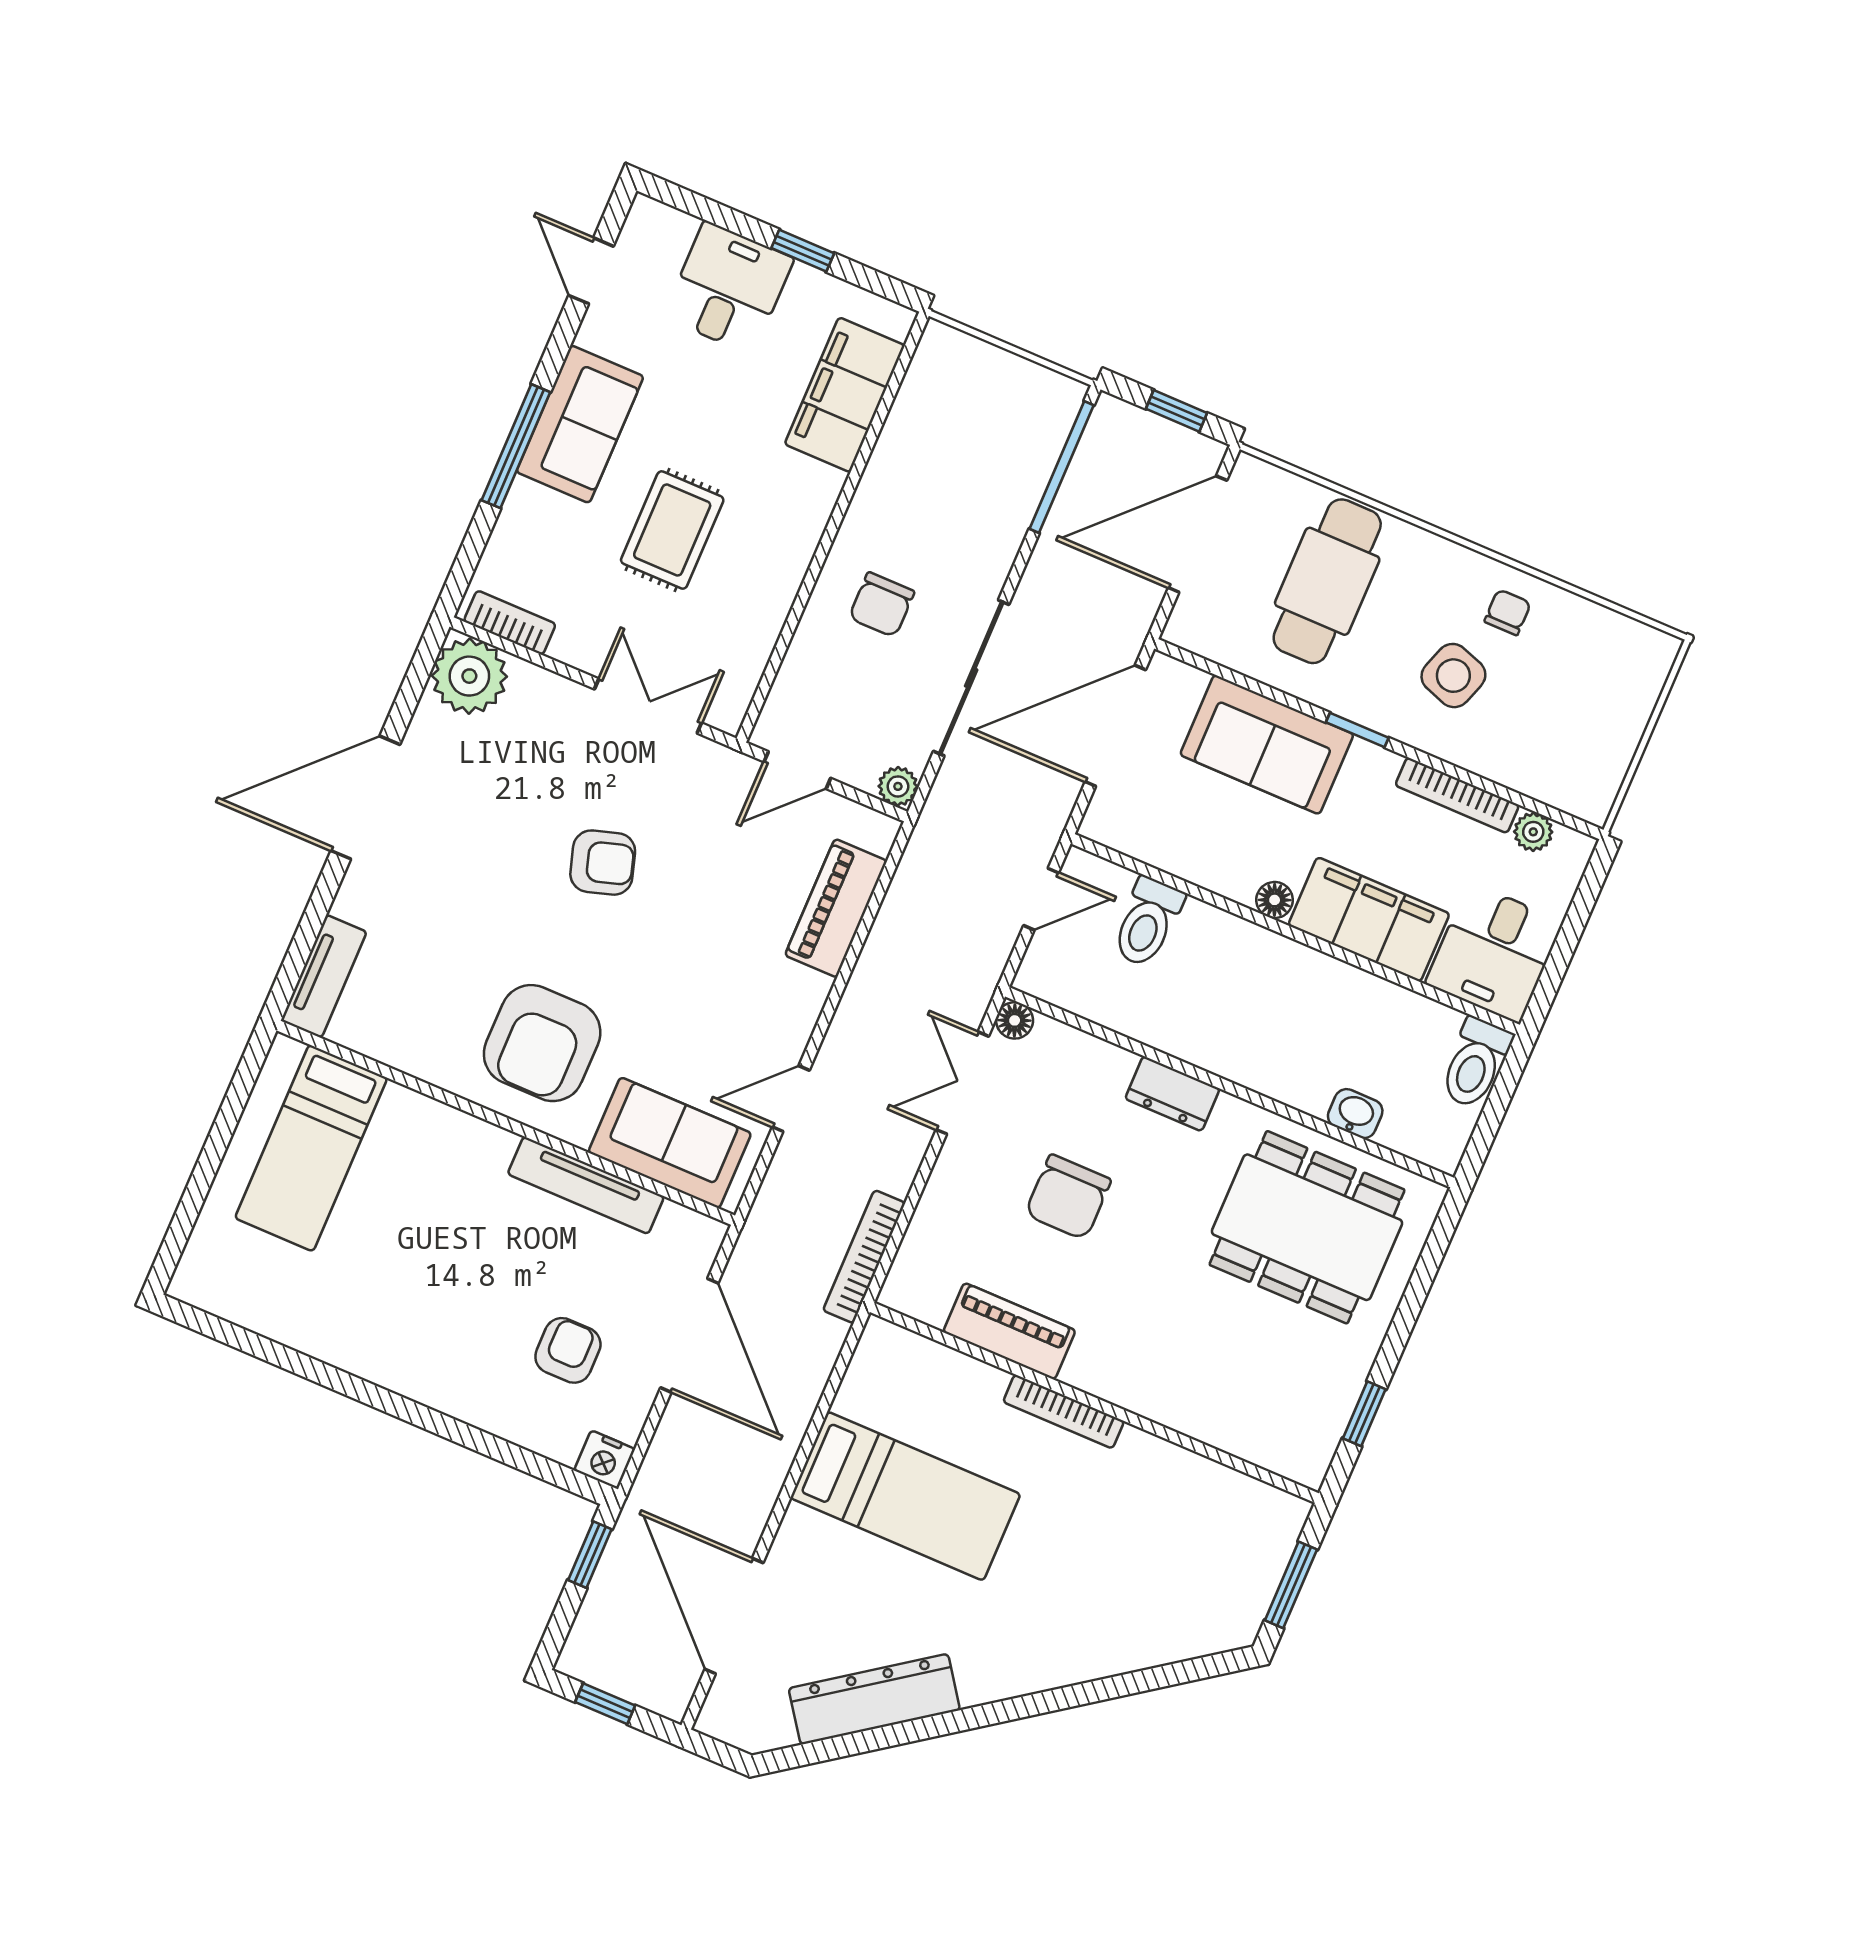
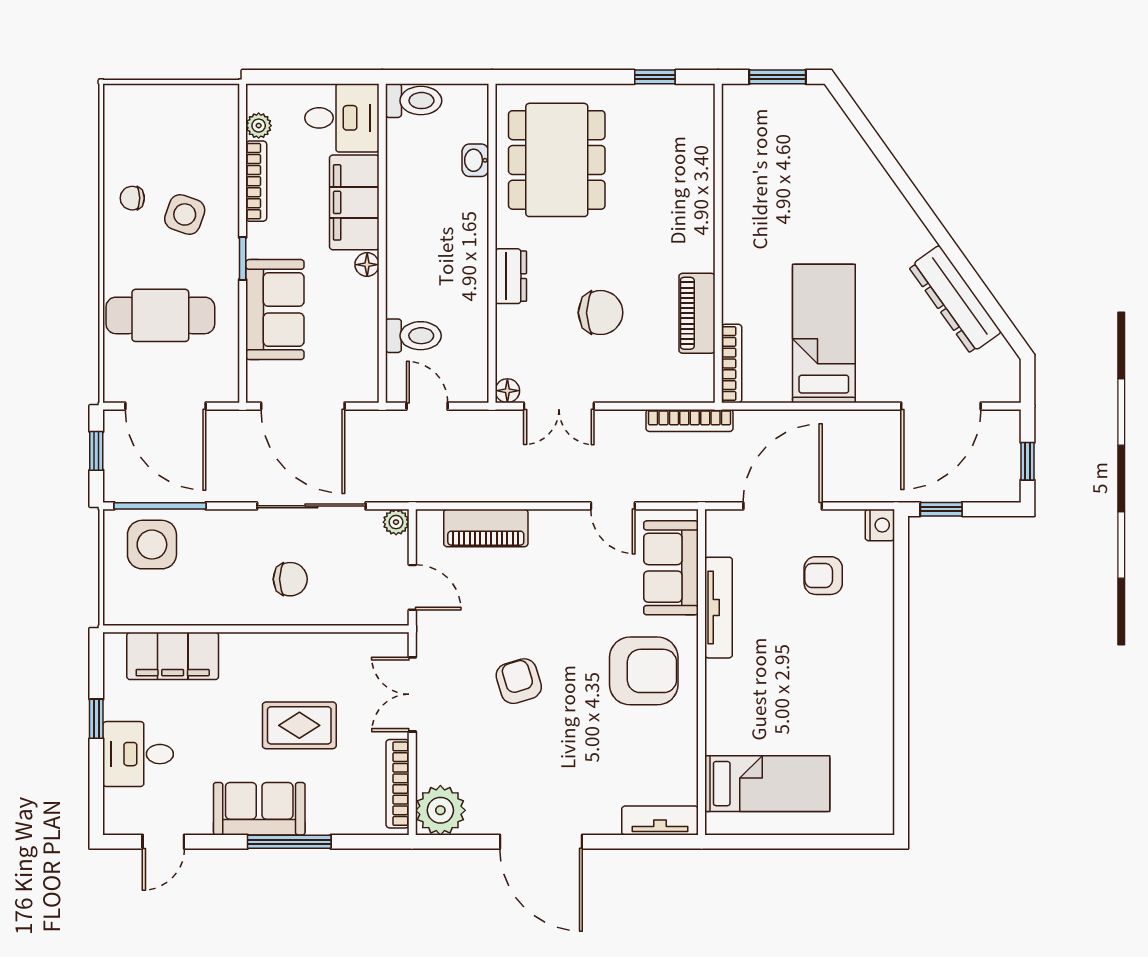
side table: (1013, 432) -> (152, 545), added
bookcase: (510, 623) -> (398, 784), width x1.56
bookcase: (1064, 1412) -> (732, 363), moved

